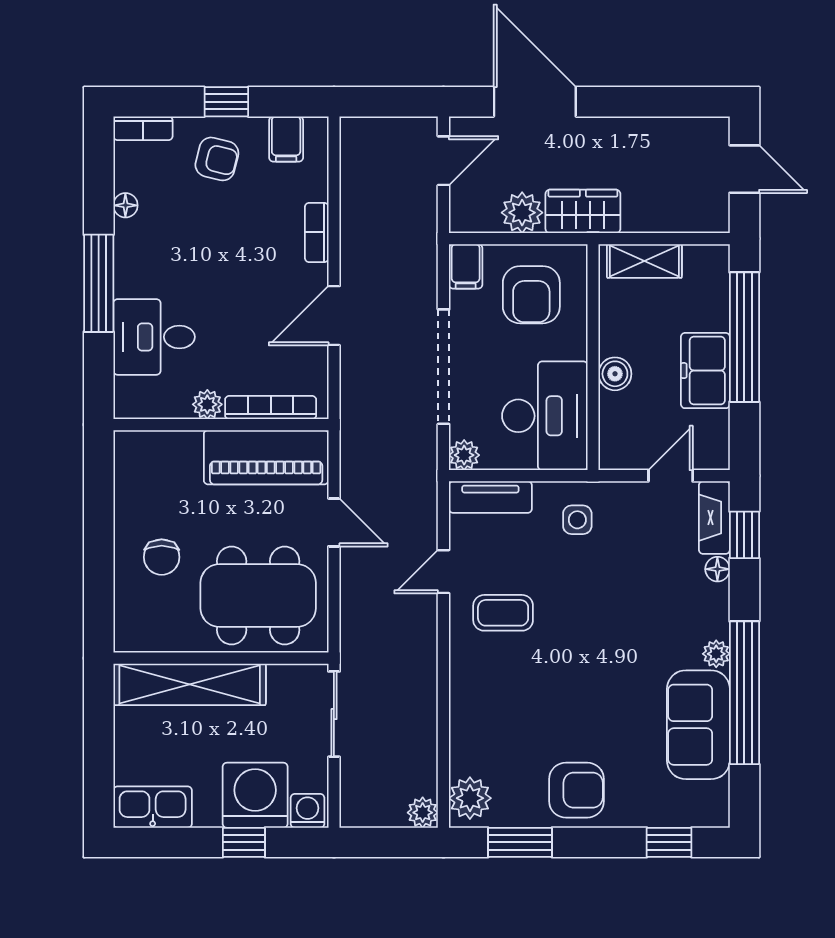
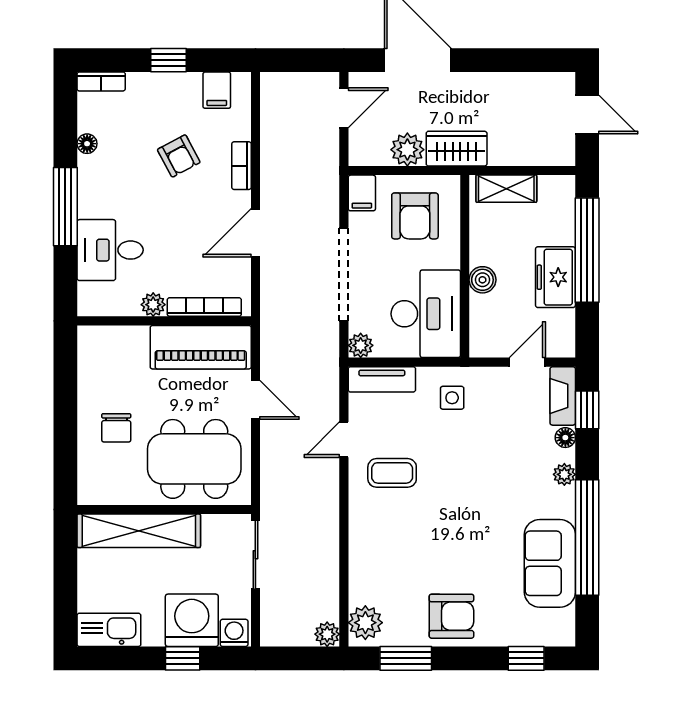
armchair: (217, 159) -> (179, 156), moved, turned 48
plant: (716, 654) -> (564, 474), moved

